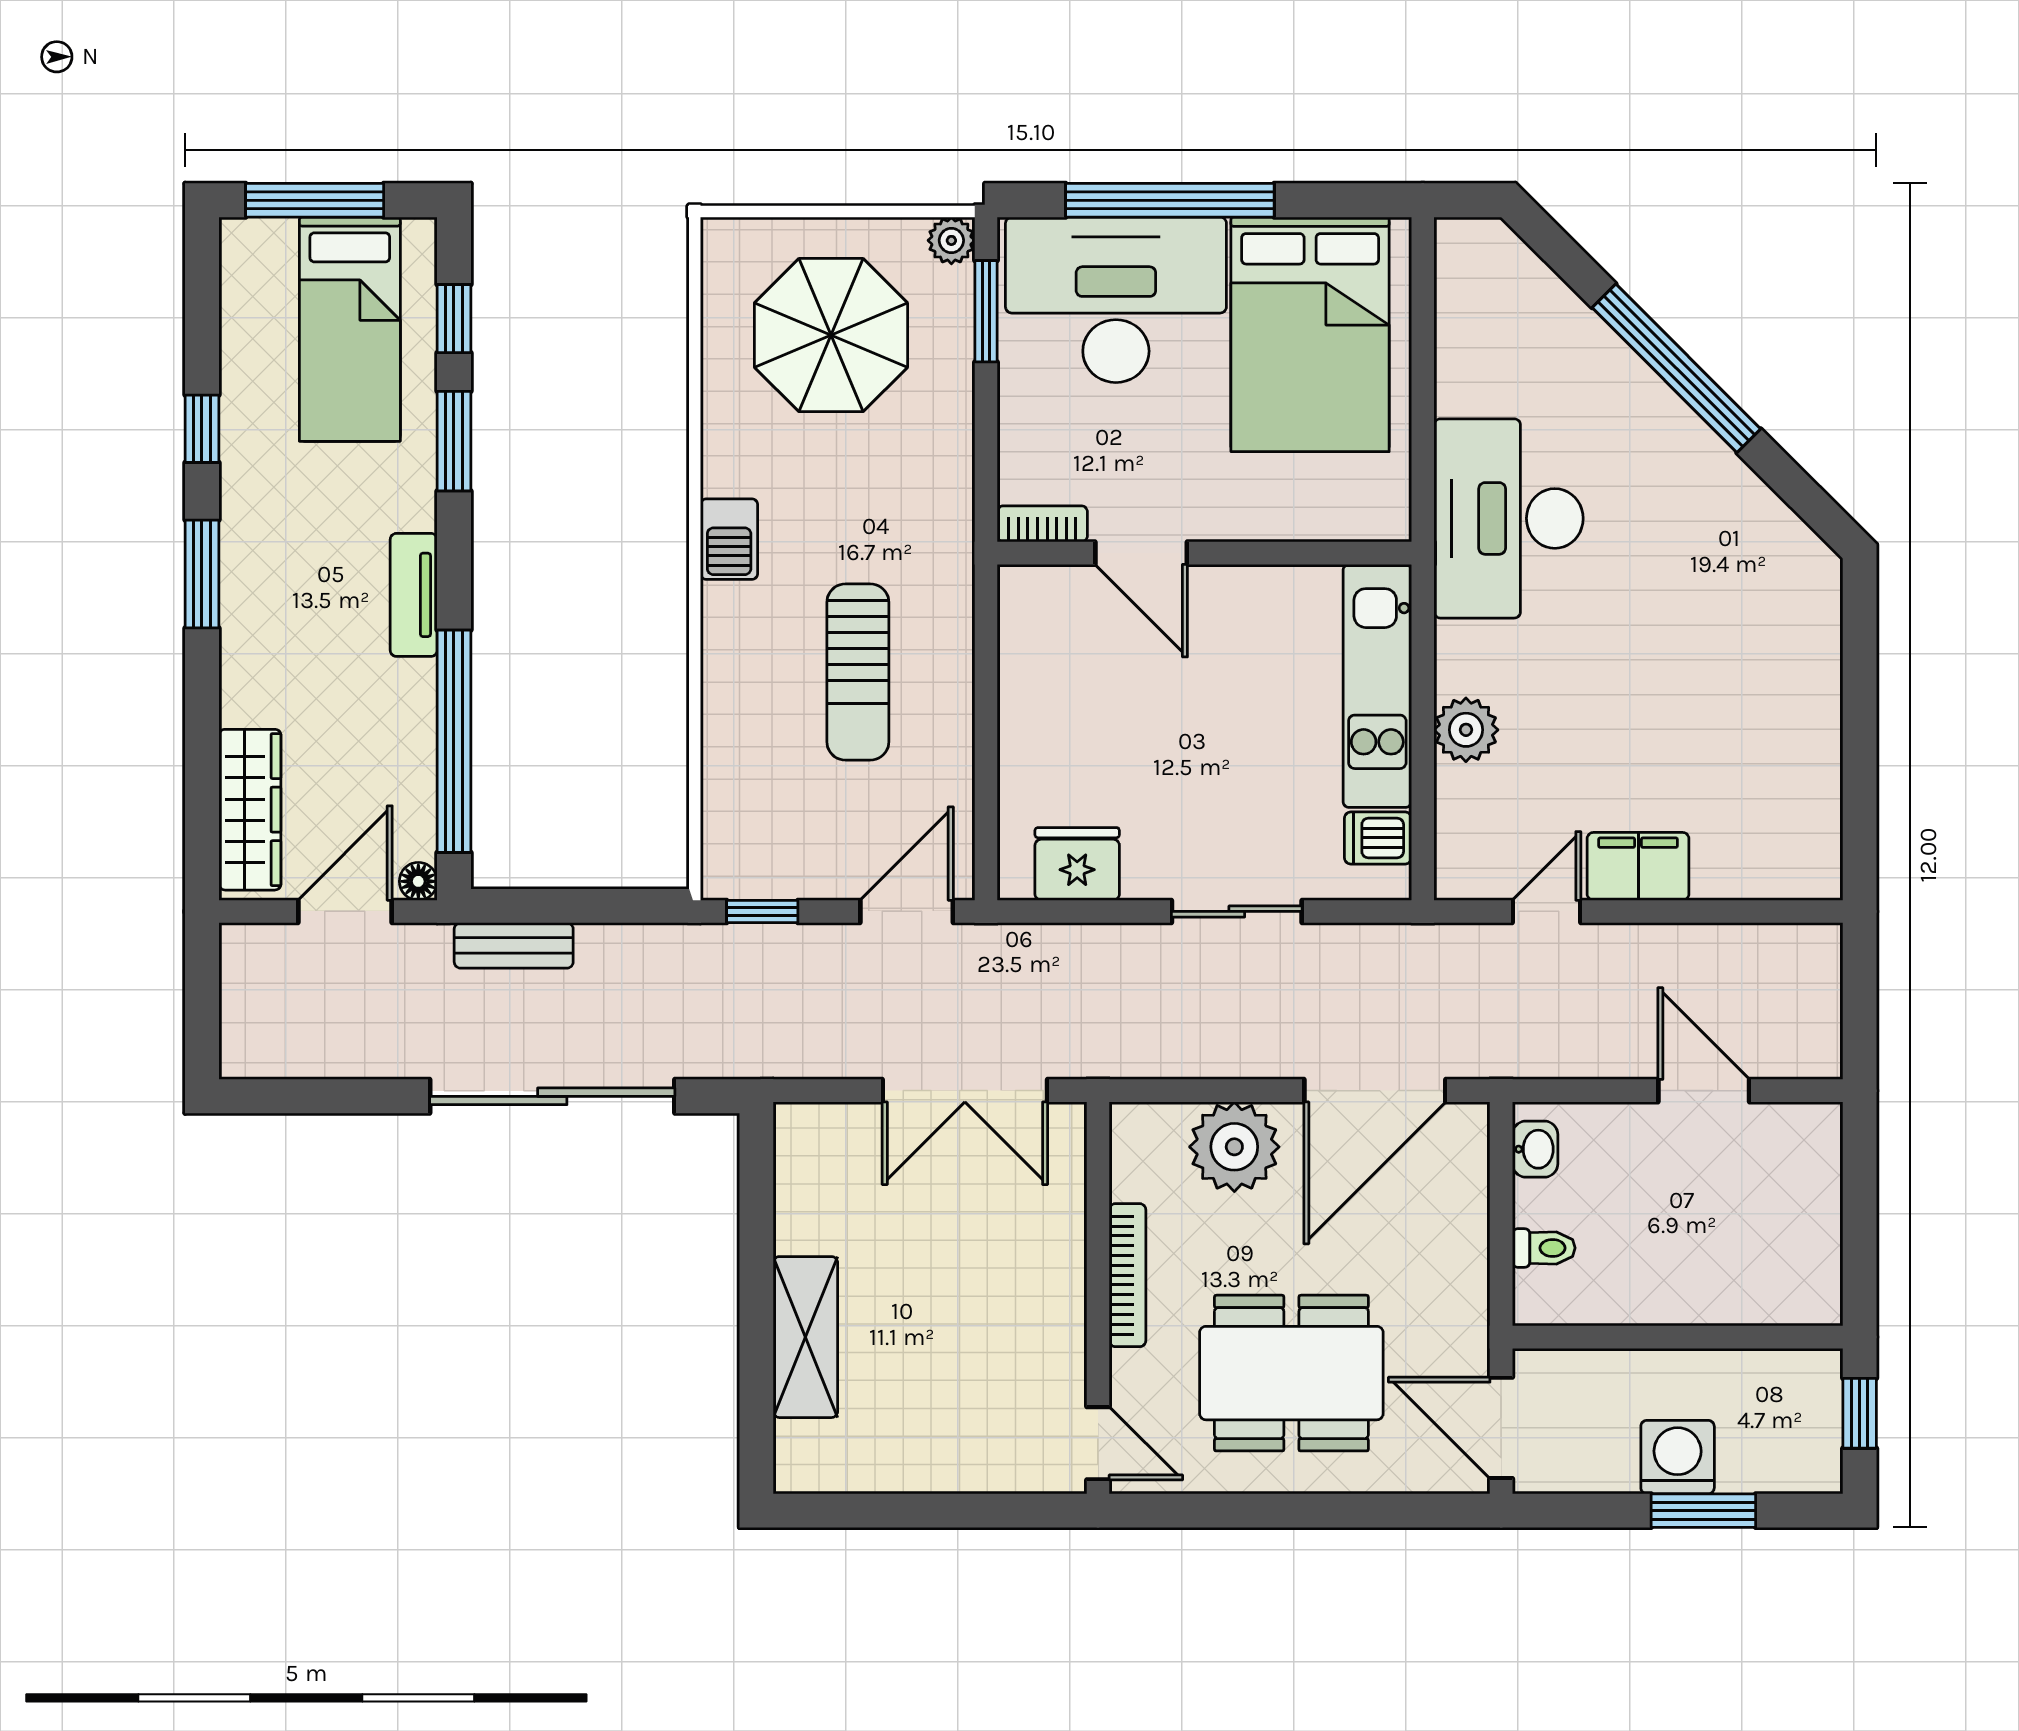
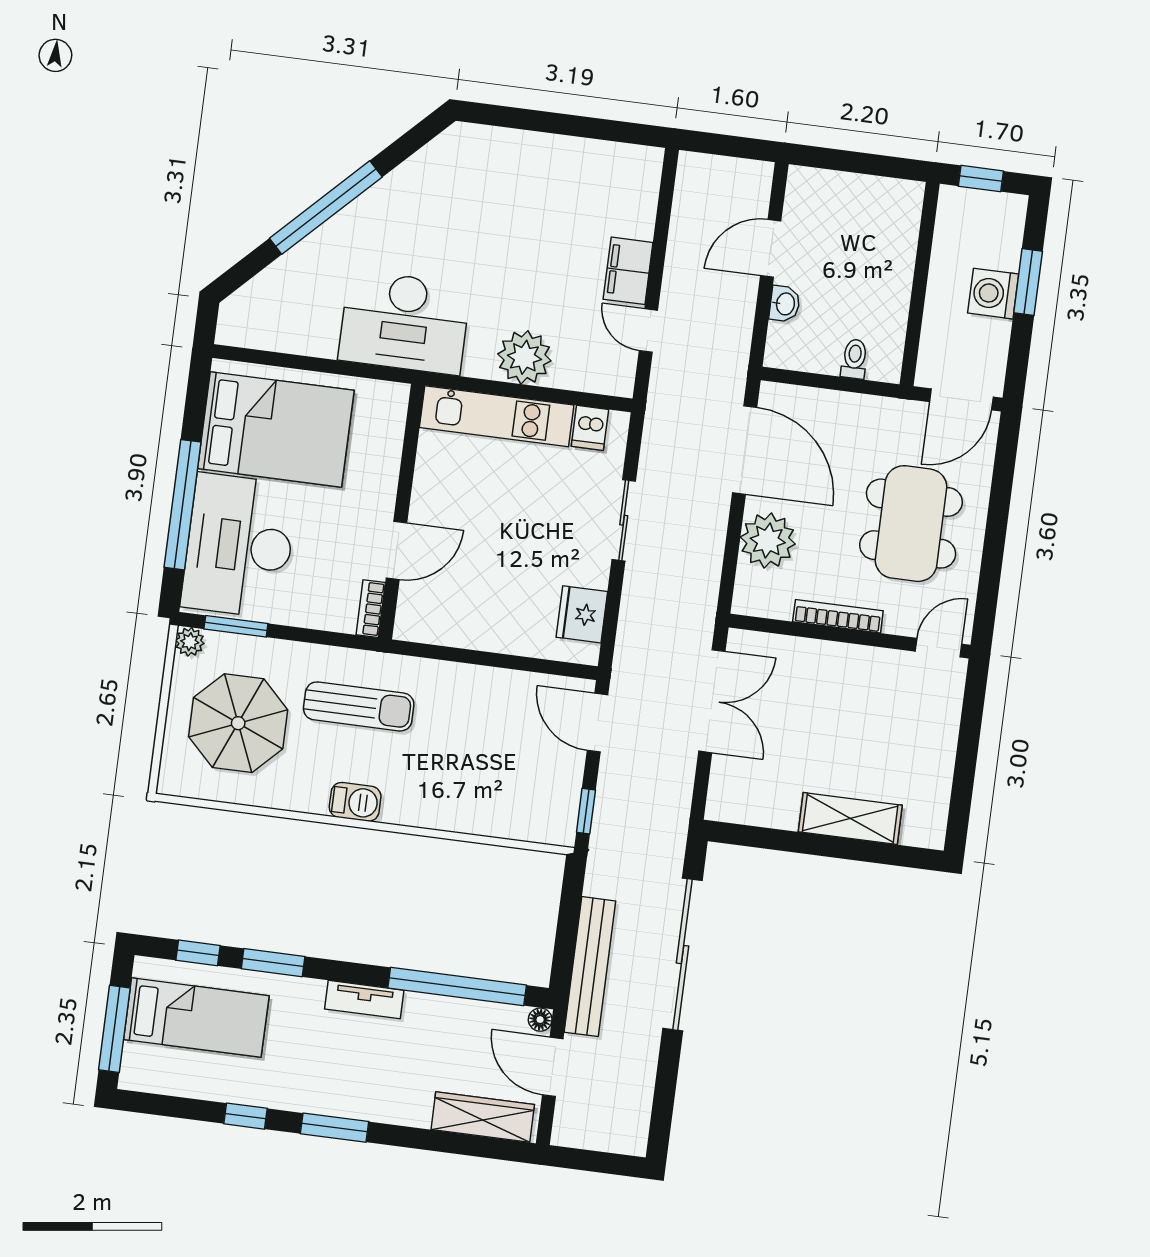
sun lounger: (858, 672) -> (359, 706), moved
plant: (1466, 730) -> (524, 357), width x1.36, depth x1.36
bench: (514, 945) -> (590, 967), width x1.86, depth x1.21
washbasin: (1535, 1149) -> (785, 304), moved, turned 90

